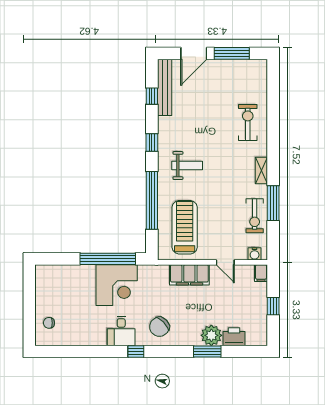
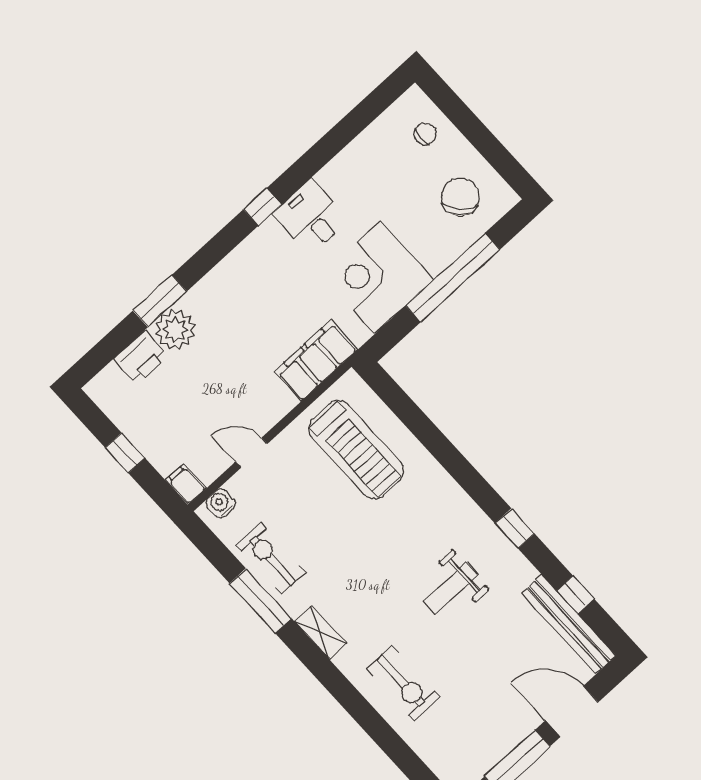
door: (194, 53) -> (572, 711), hinge flipped
weight bench: (187, 165) -> (451, 588), moved
window: (152, 200) -> (438, 445), removed
window: (108, 259) -> (453, 278), moved
filing cabinet: (189, 275) -> (316, 361), moved
chair: (159, 327) -> (460, 197), moved

